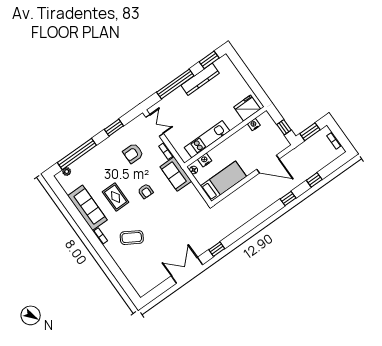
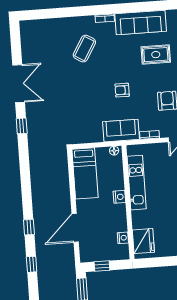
nightstand: (205, 160) -> (119, 197), moved
rug: (116, 197) -> (156, 55), moved

